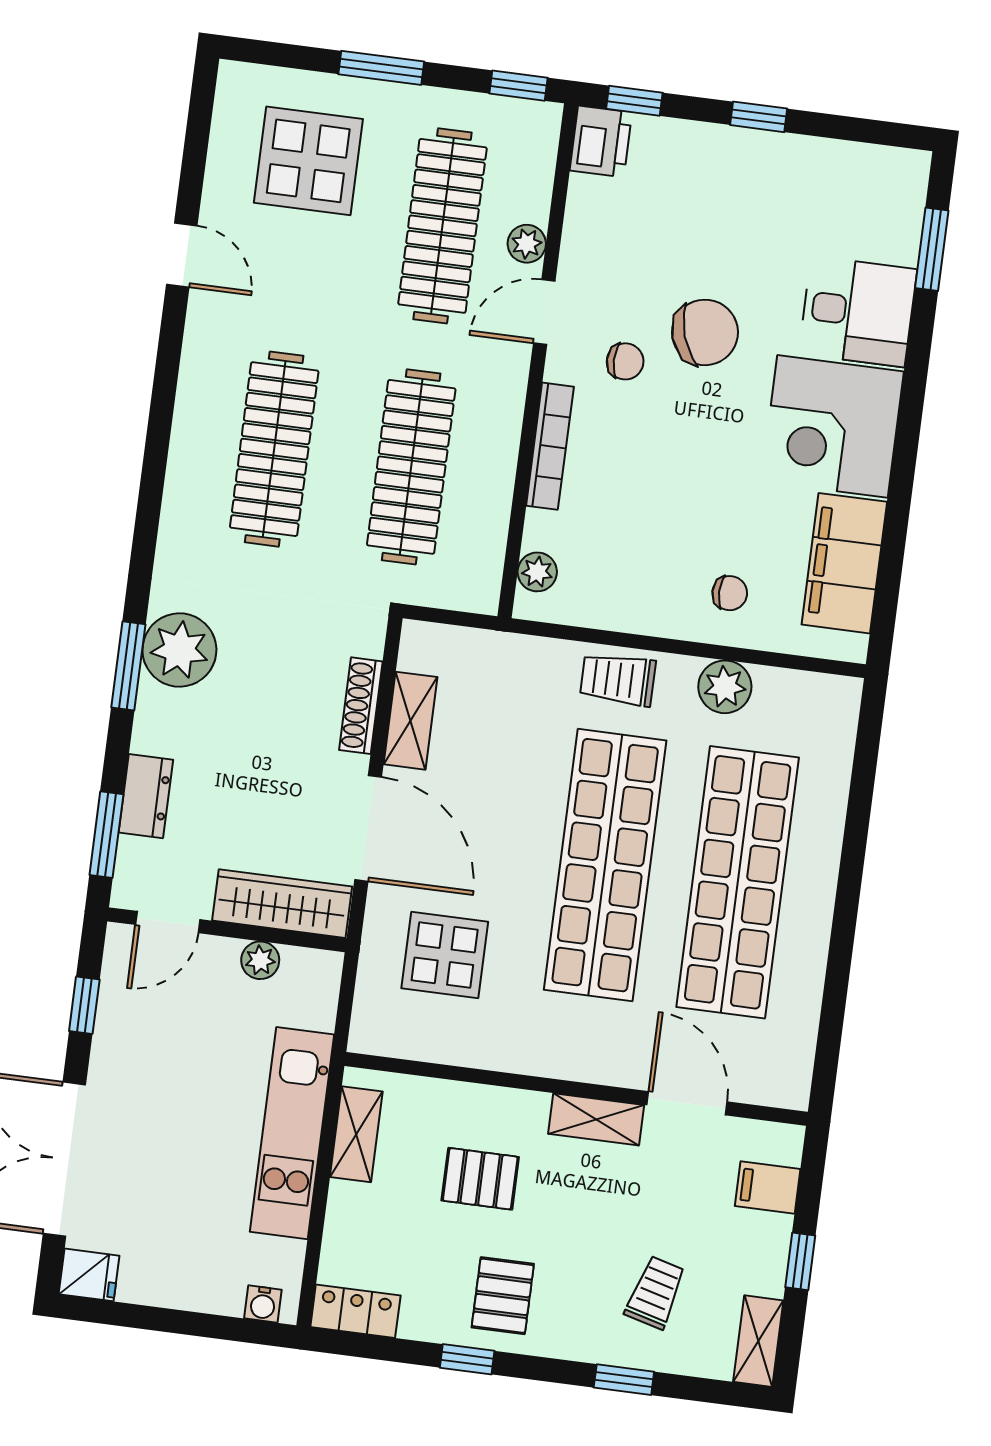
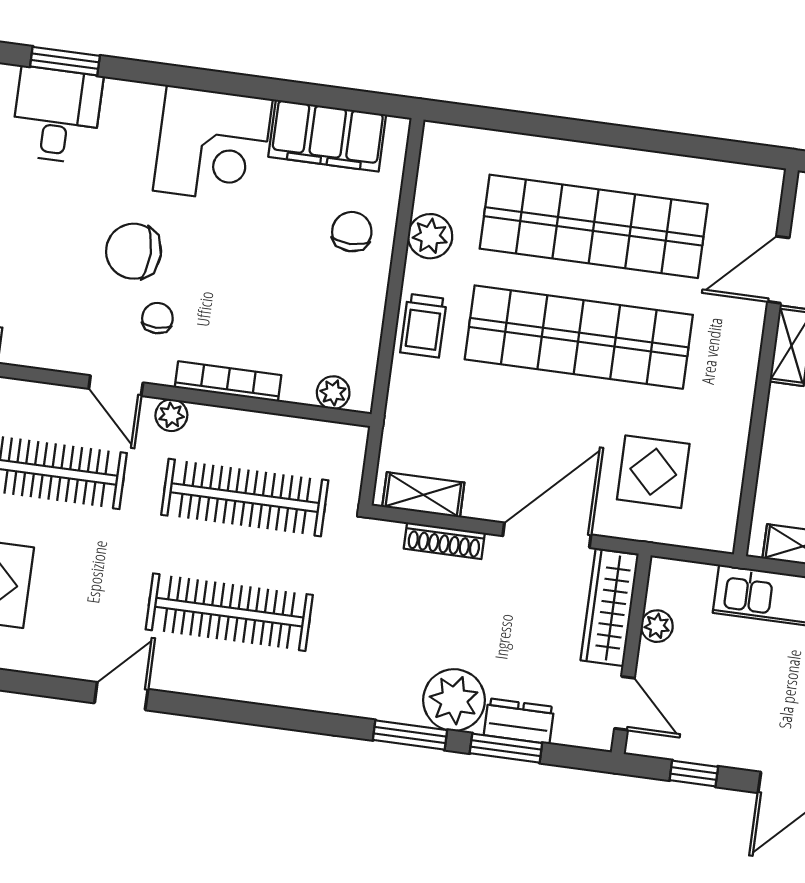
plant: (527, 244) -> (171, 415), moved
door: (182, 255) -> (121, 696), moved
desk: (858, 311) -> (57, 115), moved
chair: (705, 332) -> (134, 251), turned -72
chair: (730, 593) -> (352, 232), width x1.37, depth x1.37
plant: (179, 650) -> (454, 700), moved
shelving: (410, 721) -> (423, 495), moved
window: (106, 835) -> (506, 748), moved

